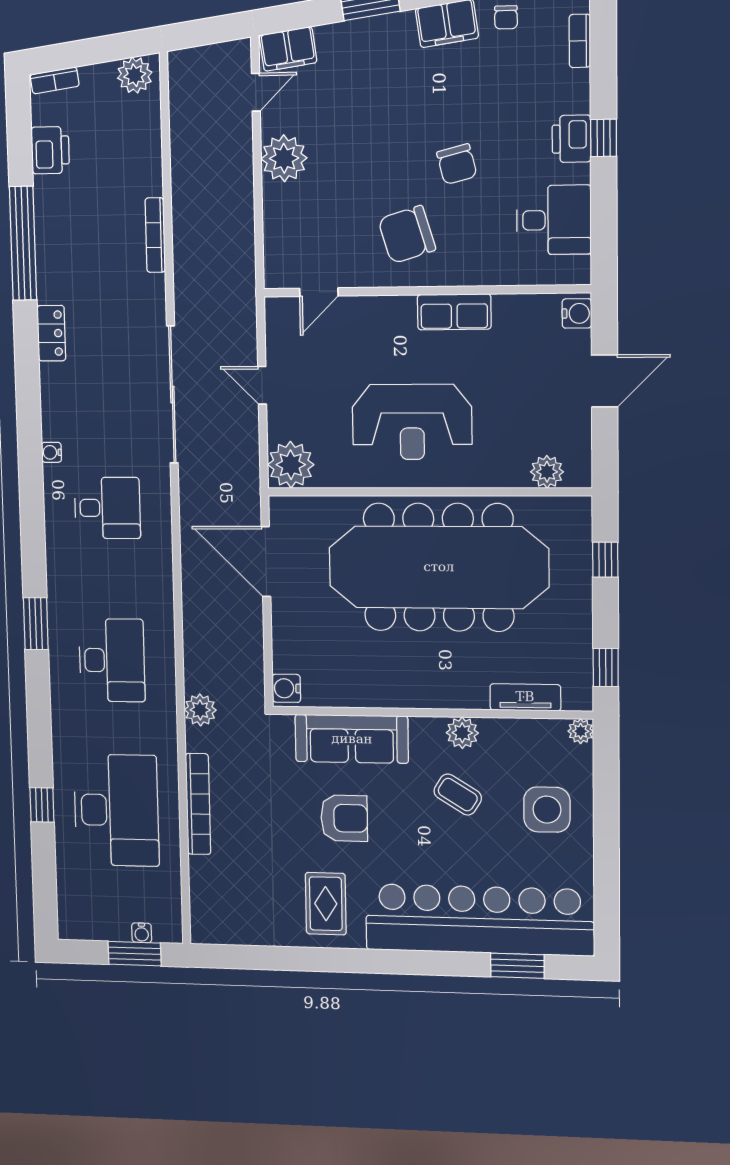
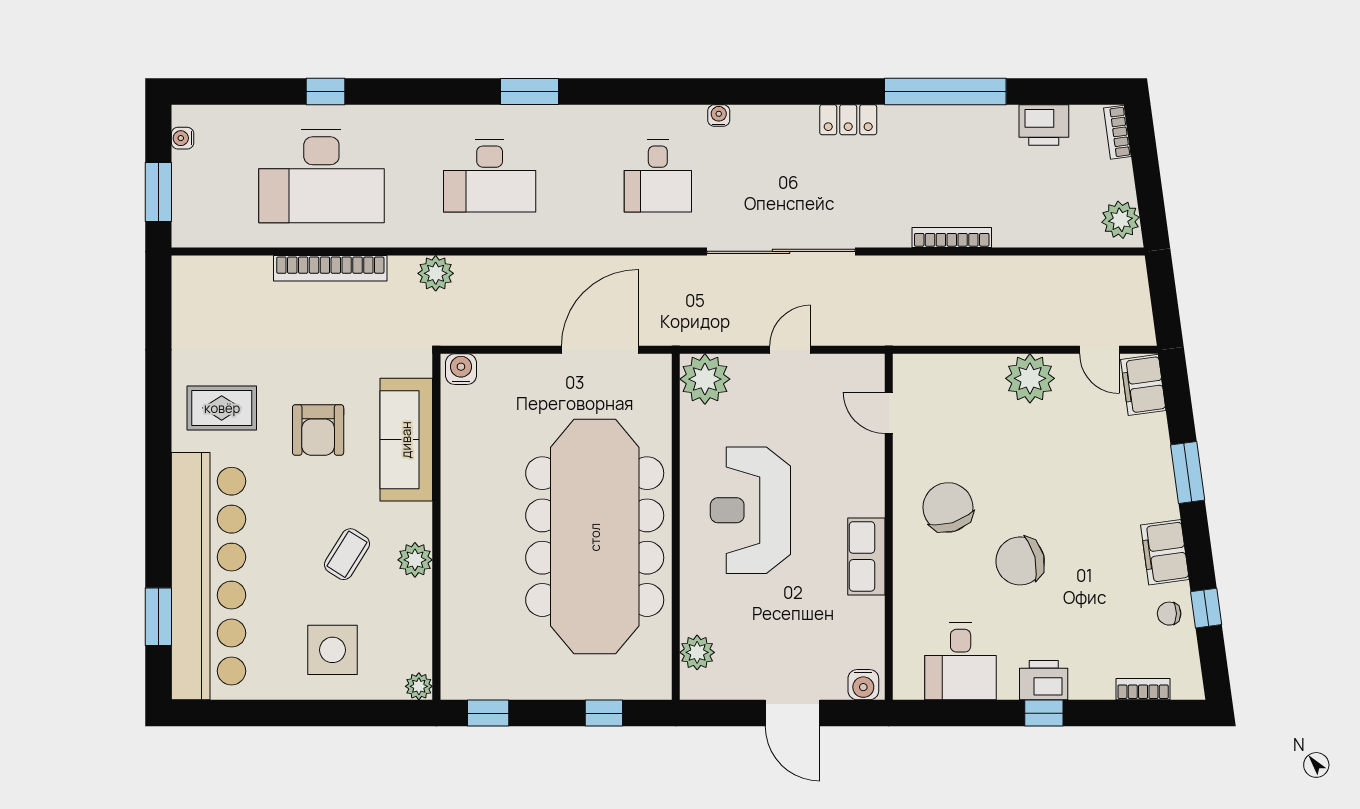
chair: (457, 164) -> (1020, 561), width x1.37, depth x1.37
tv unit: (525, 697) -> (455, 628), removed
water cooler: (142, 933) -> (183, 138), moved

